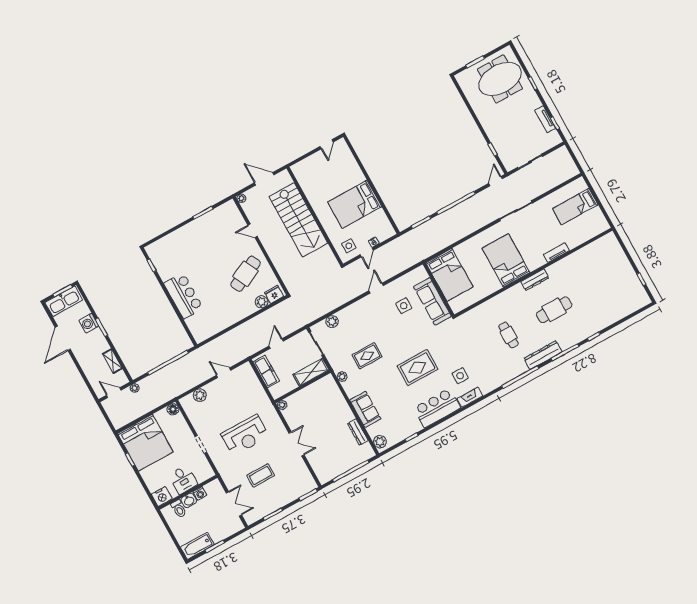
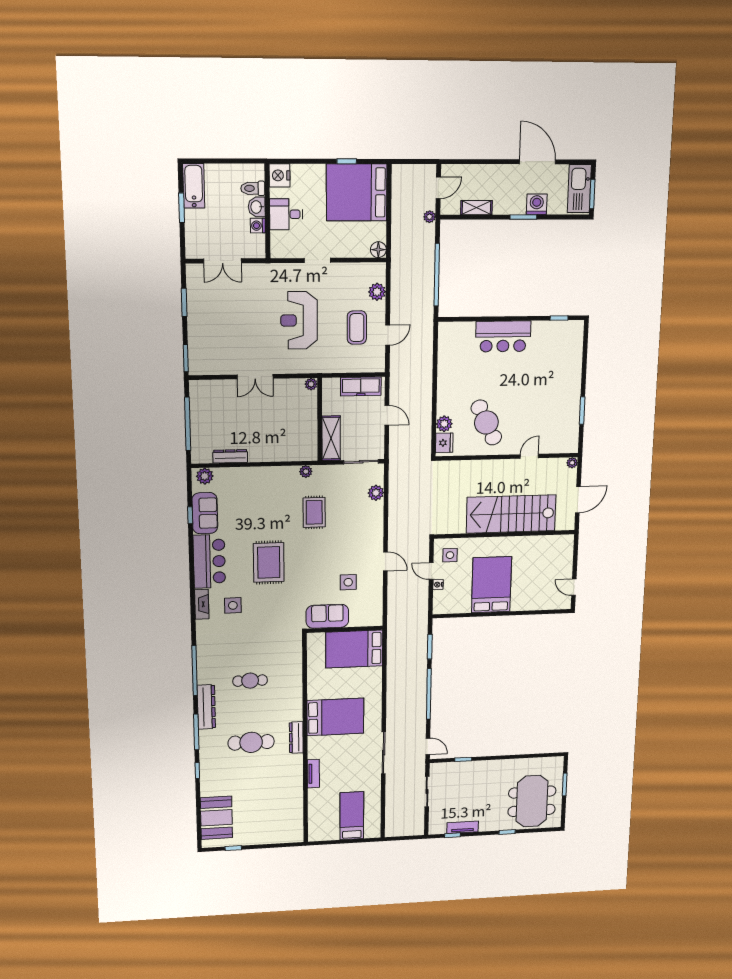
sofa: (432, 301) -> (327, 616), width x0.73
booth: (623, 304) -> (216, 818), added
cafe table: (554, 310) -> (251, 742), turned 90
sofa: (365, 409) -> (205, 513), moved, turned -90
coffee table: (261, 475) -> (357, 328), moved

